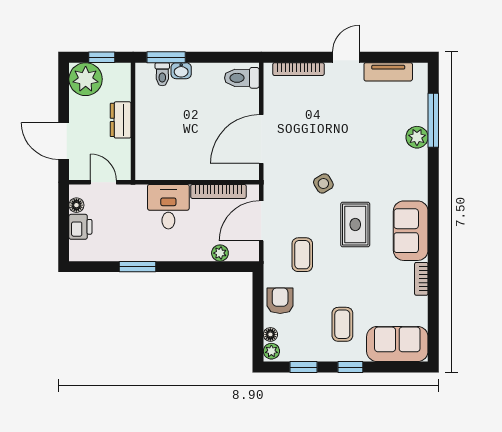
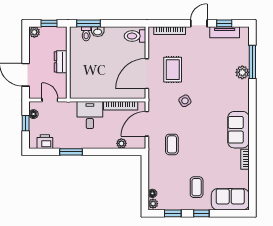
window: (388, 57) -> (224, 23), added
plant: (86, 79) -> (34, 32), width x0.53, depth x0.53
window: (64, 220) -> (26, 123), added
rug: (355, 225) -> (173, 70), moved
printer: (80, 227) -> (45, 142), moved, turned -90
armchair: (280, 301) -> (158, 173), removed

